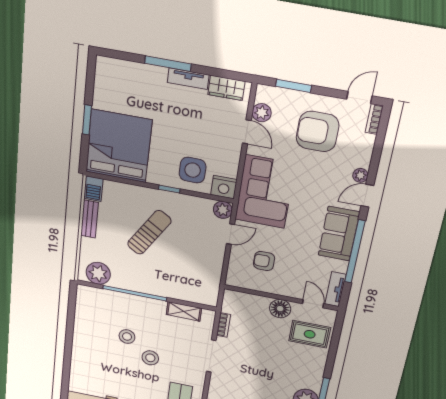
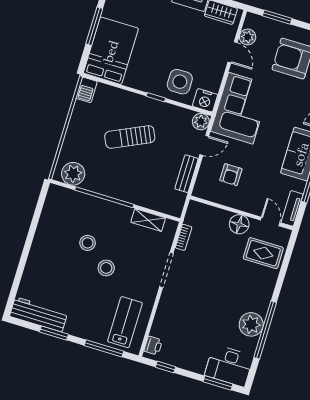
window: (87, 120) -> (94, 26), width x1.44
bed: (119, 146) -> (111, 51), width x0.73
bench: (90, 219) -> (187, 174), moved
sun lounger: (149, 232) -> (130, 137), turned -147
armchair: (264, 261) -> (231, 175), turned -90

